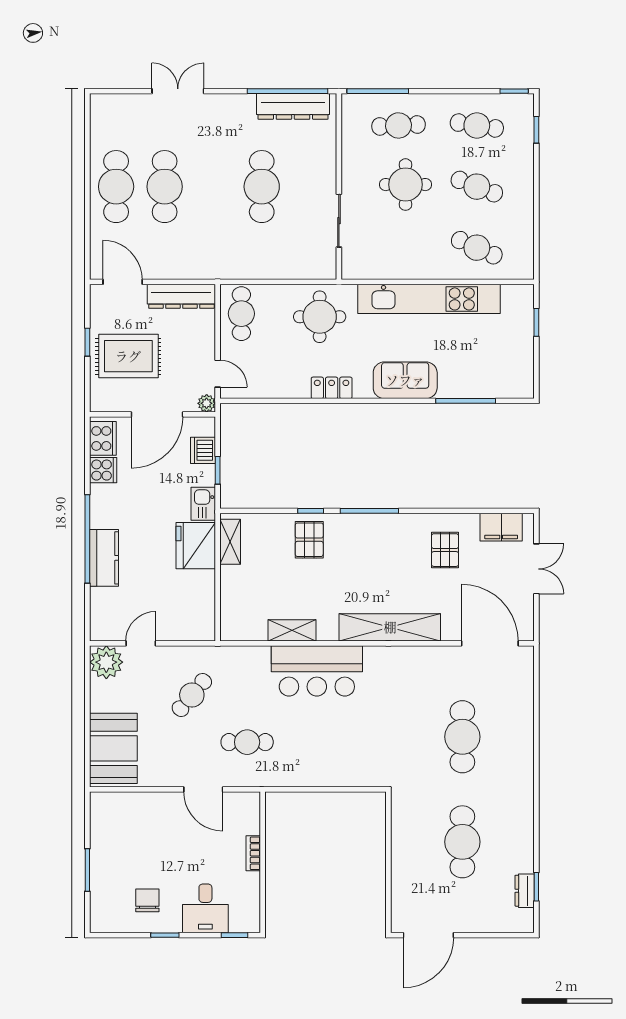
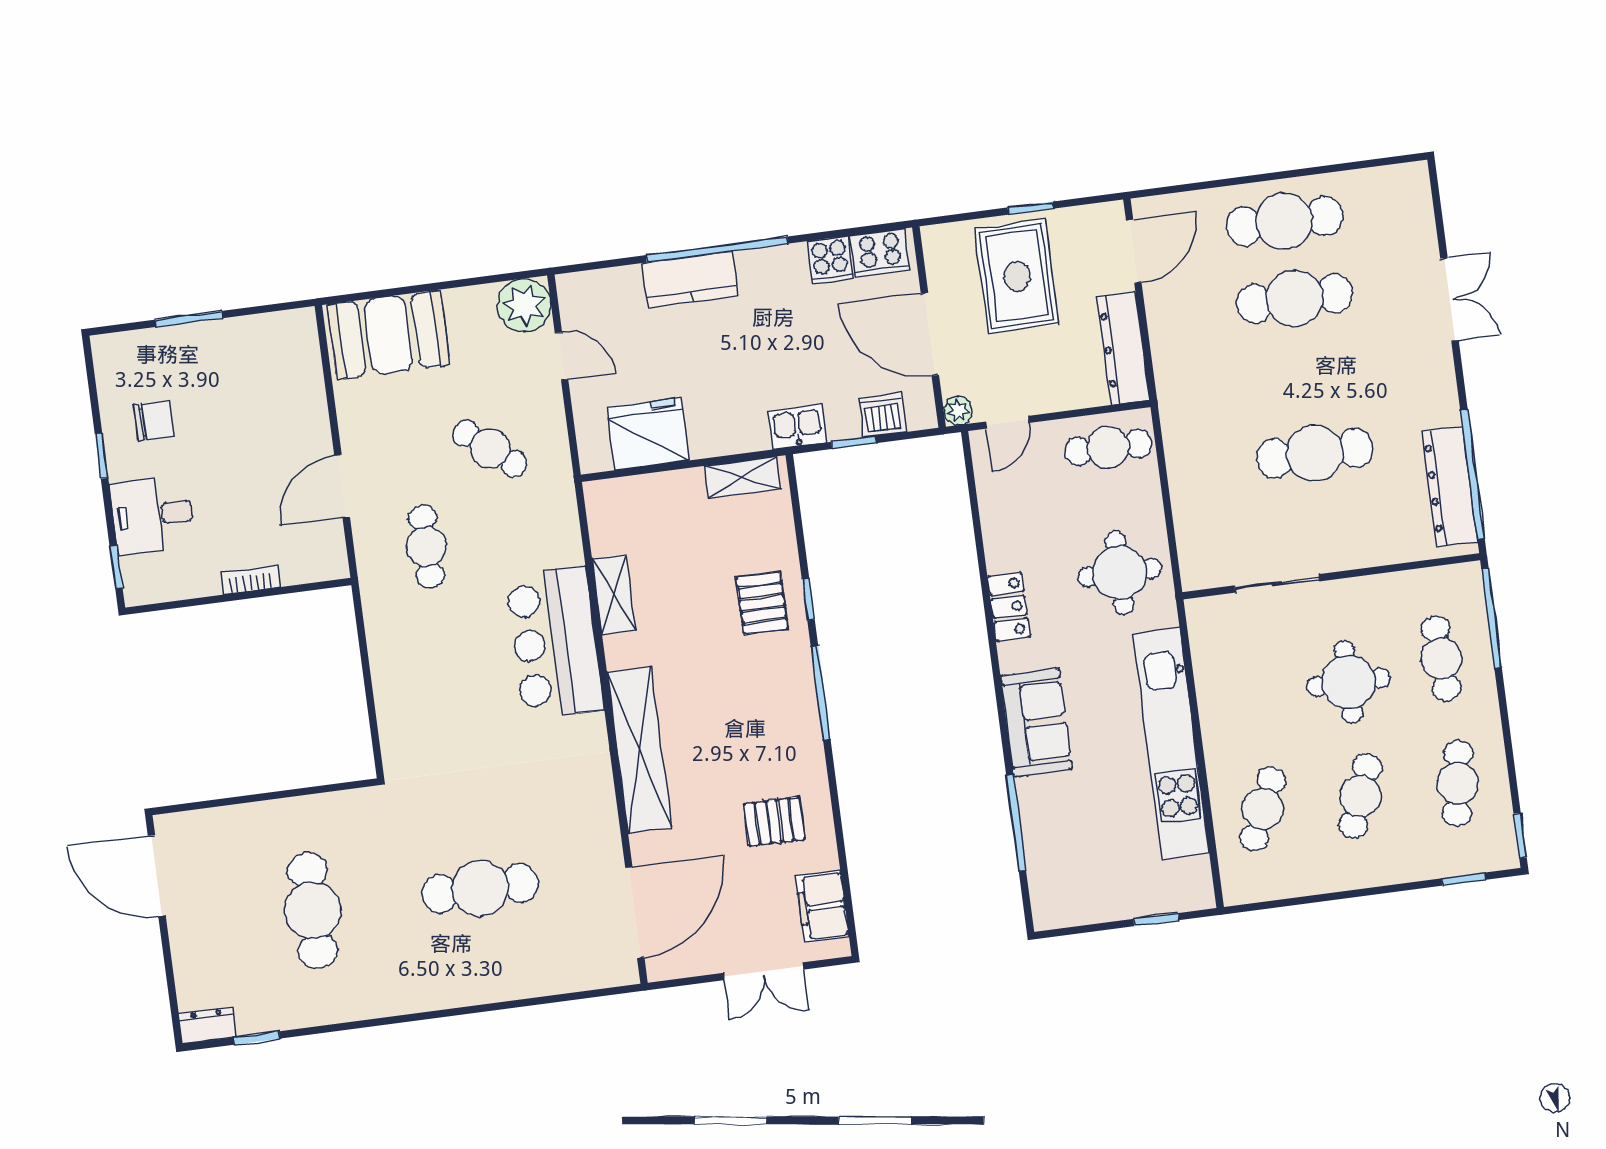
pallet: (309, 540) -> (762, 603), turned 90
fridge: (196, 546) -> (648, 434), moved
cafe table: (462, 842) -> (313, 910), turned 90
dresser: (525, 891) -> (207, 1025), moved

